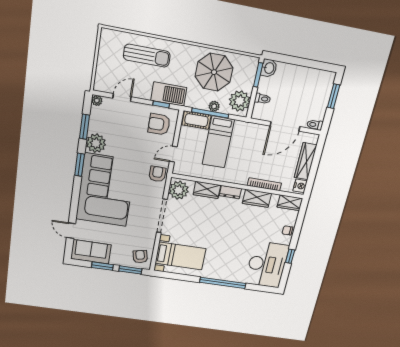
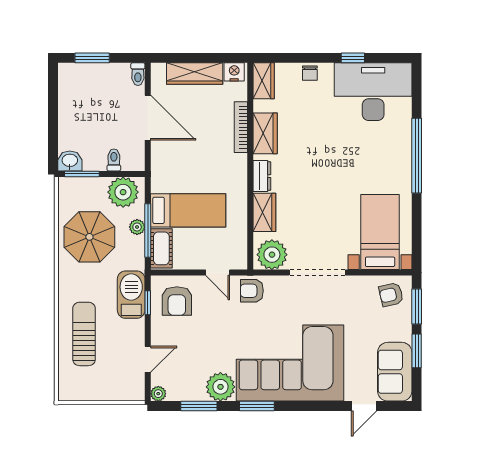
door: (122, 98) -> (148, 359), swing flipped

